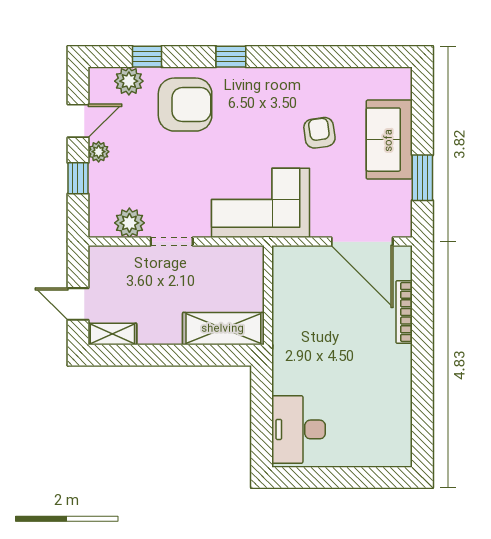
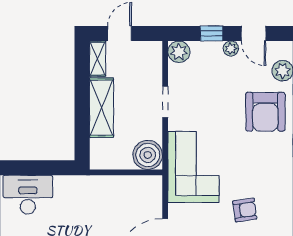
plant: (129, 223) -> (179, 52), moved
boiler: (244, 265) -> (148, 155), added
shelving: (223, 329) -> (102, 108), moved

